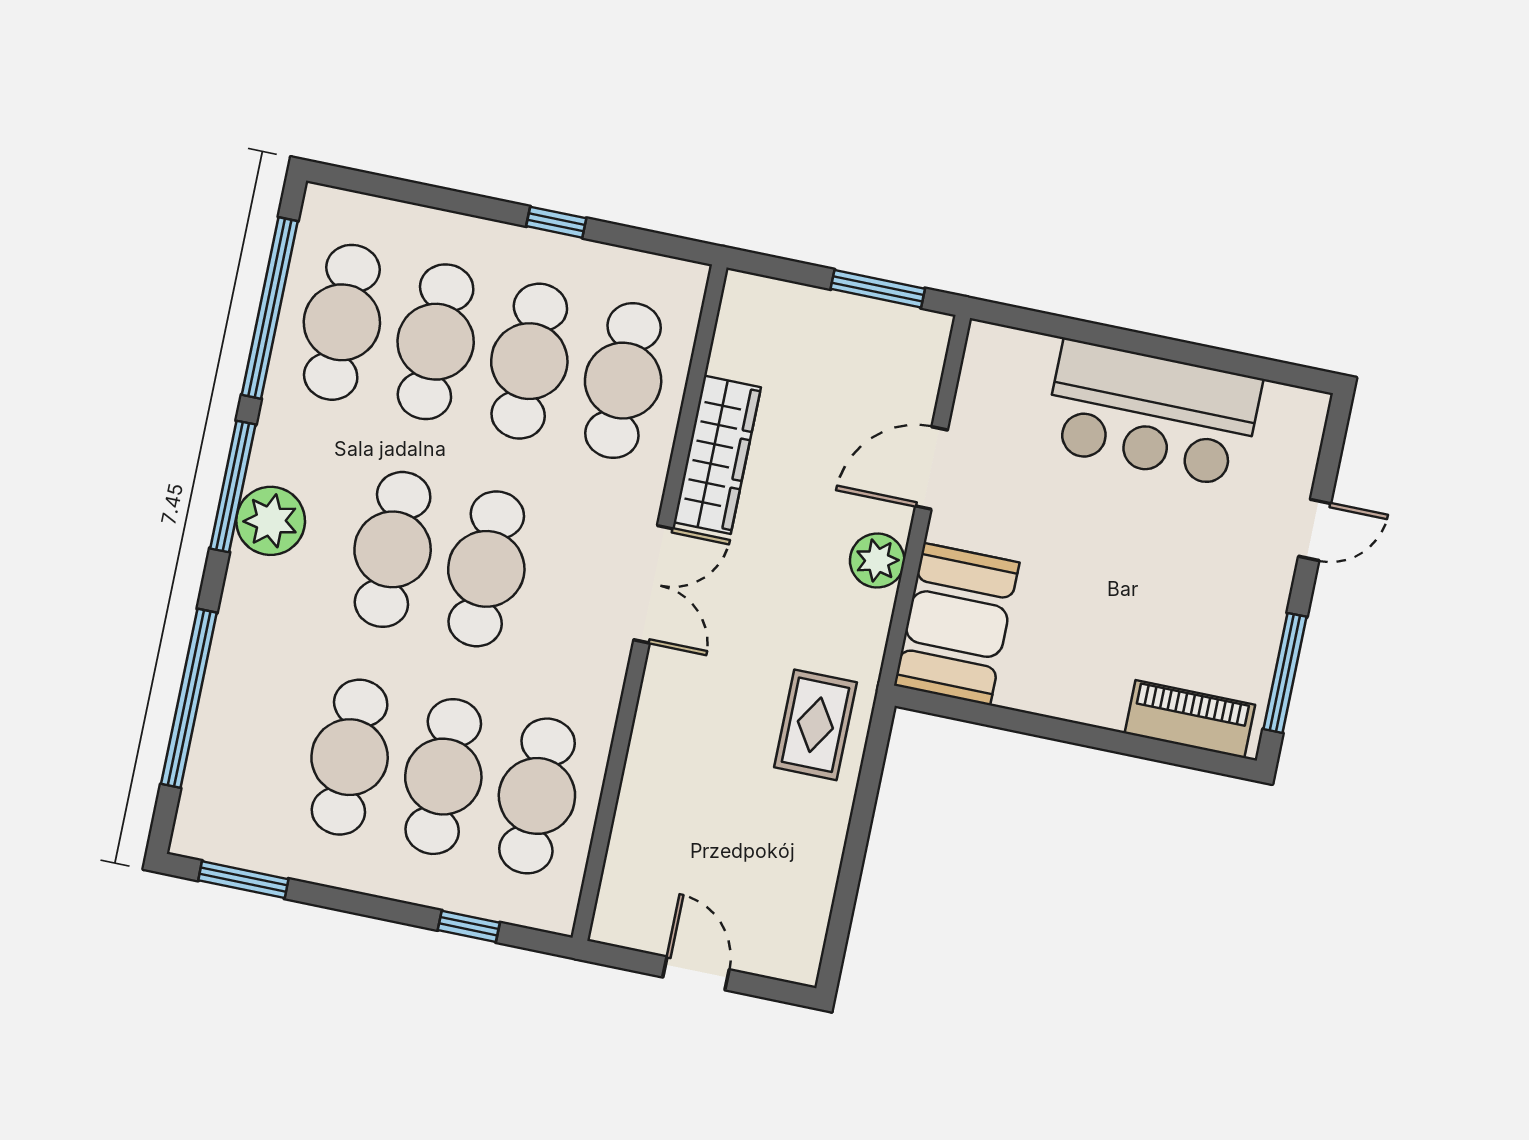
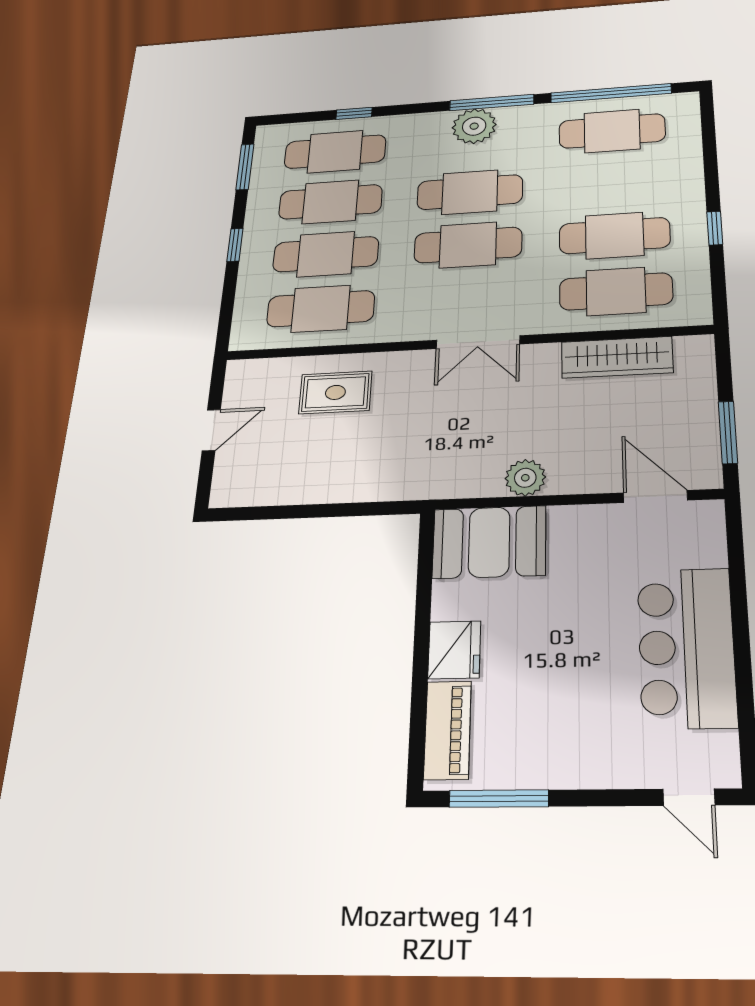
cafe table: (436, 342) -> (335, 152), moved
wardrobe: (717, 455) -> (617, 357), moved
door: (931, 468) -> (655, 496), moved
door: (1315, 530) -> (689, 797), moved
fridge: (1091, 693) -> (454, 650), added
window: (189, 698) -> (354, 113), width x0.32
rug: (815, 725) -> (335, 392), moved
window: (469, 926) -> (235, 245), moved

